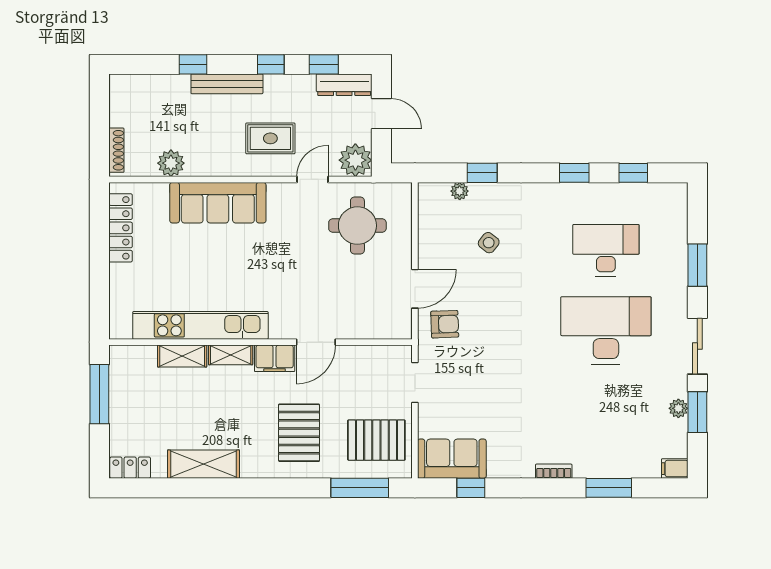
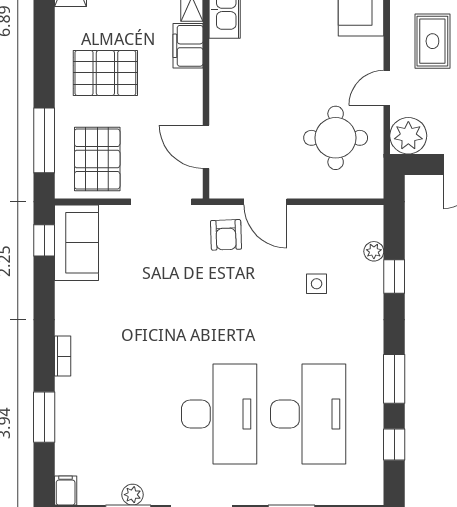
window: (574, 173) -> (394, 379), width x1.50
door: (313, 179) -> (387, 88), swing flipped
side table: (489, 243) -> (317, 284), turned -38
desk: (606, 250) -> (308, 414), width x1.36, depth x1.30
door: (316, 342) -> (206, 147), moved
doorway: (415, 383) -> (161, 202), width x1.38
window: (471, 488) -> (44, 240), moved

